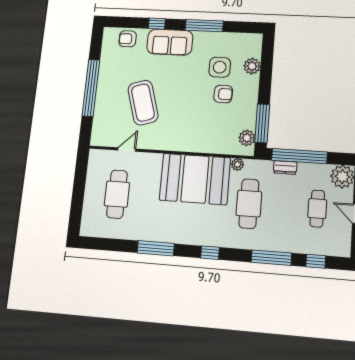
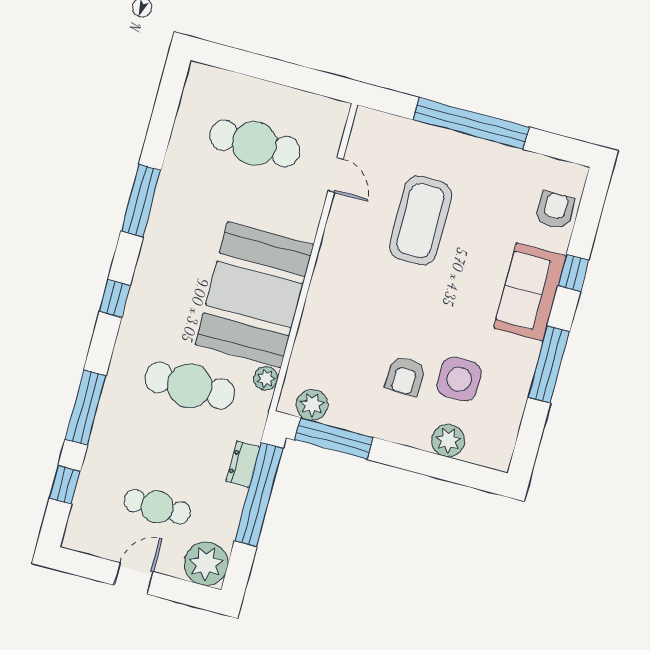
coffee table: (143, 103) -> (420, 220), turned -73

